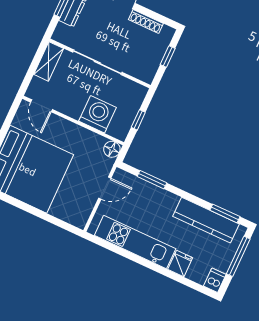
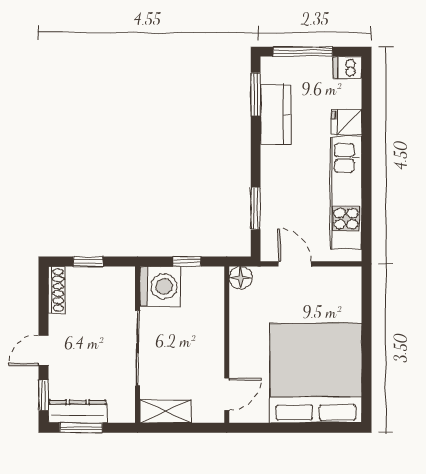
shoe rack: (146, 22) -> (56, 290), moved
washing machine: (98, 114) -> (160, 286), moved, turned 180
kitchen counter: (206, 220) -> (275, 115), width x0.67

